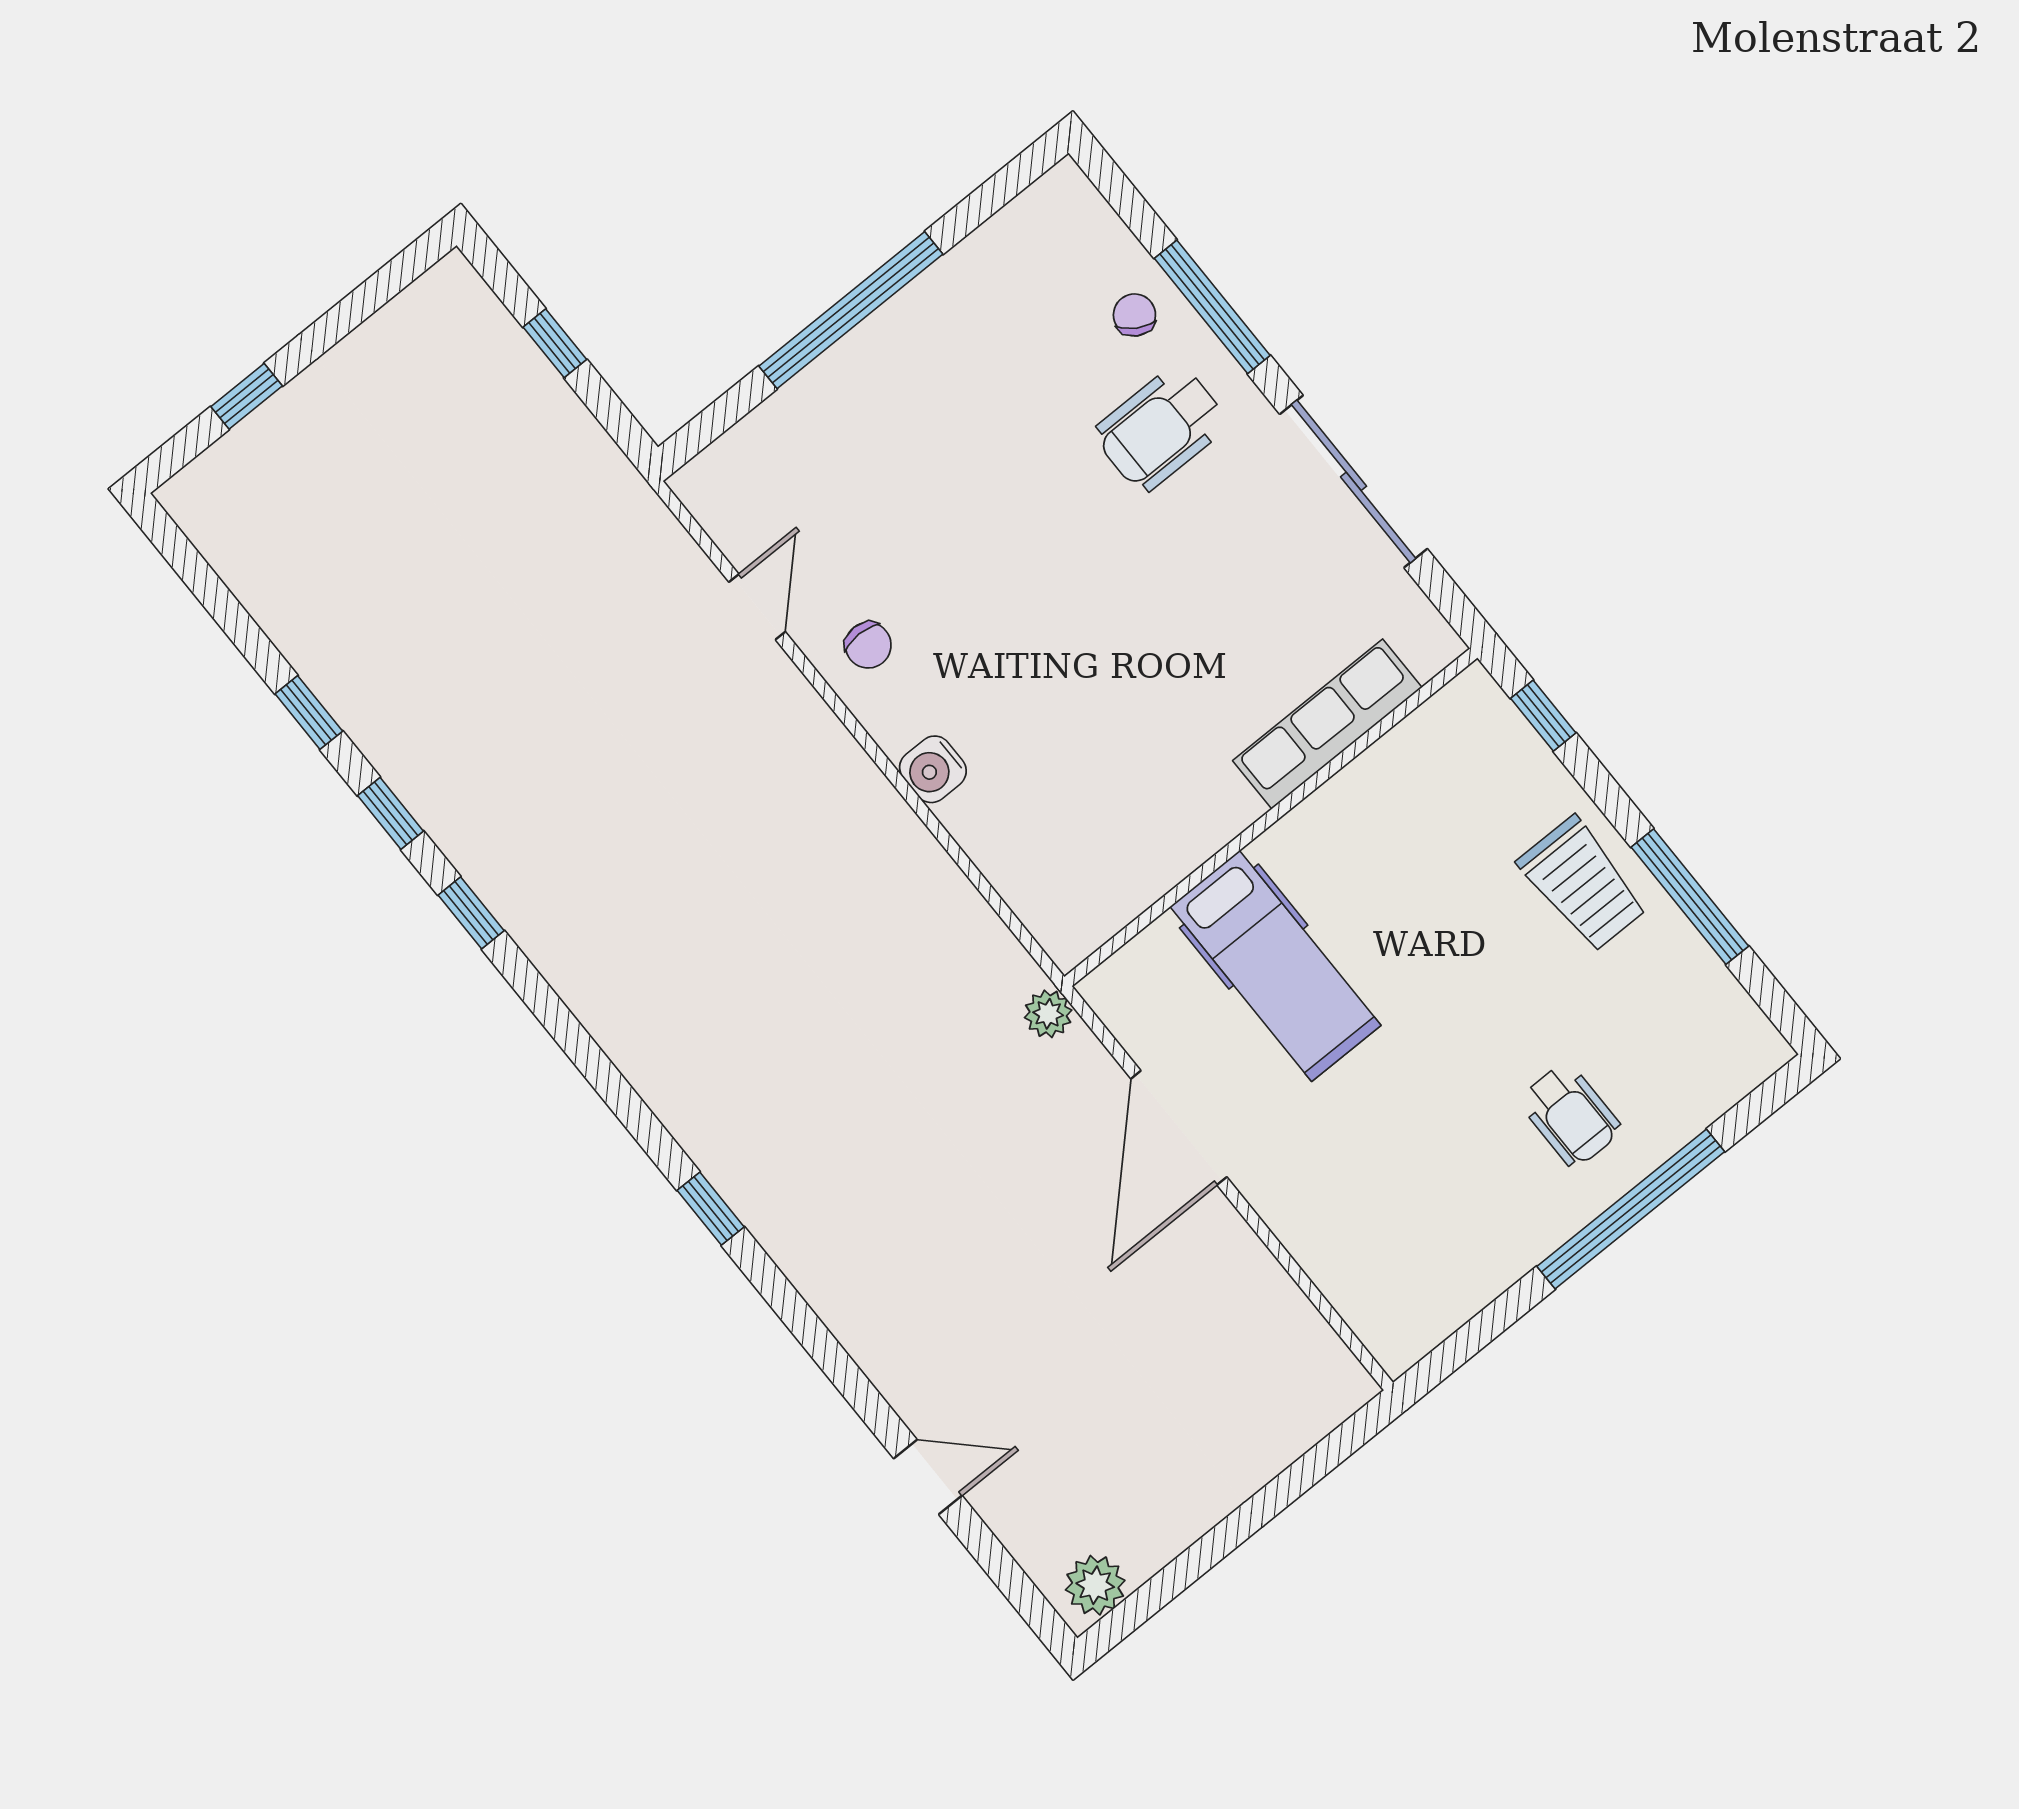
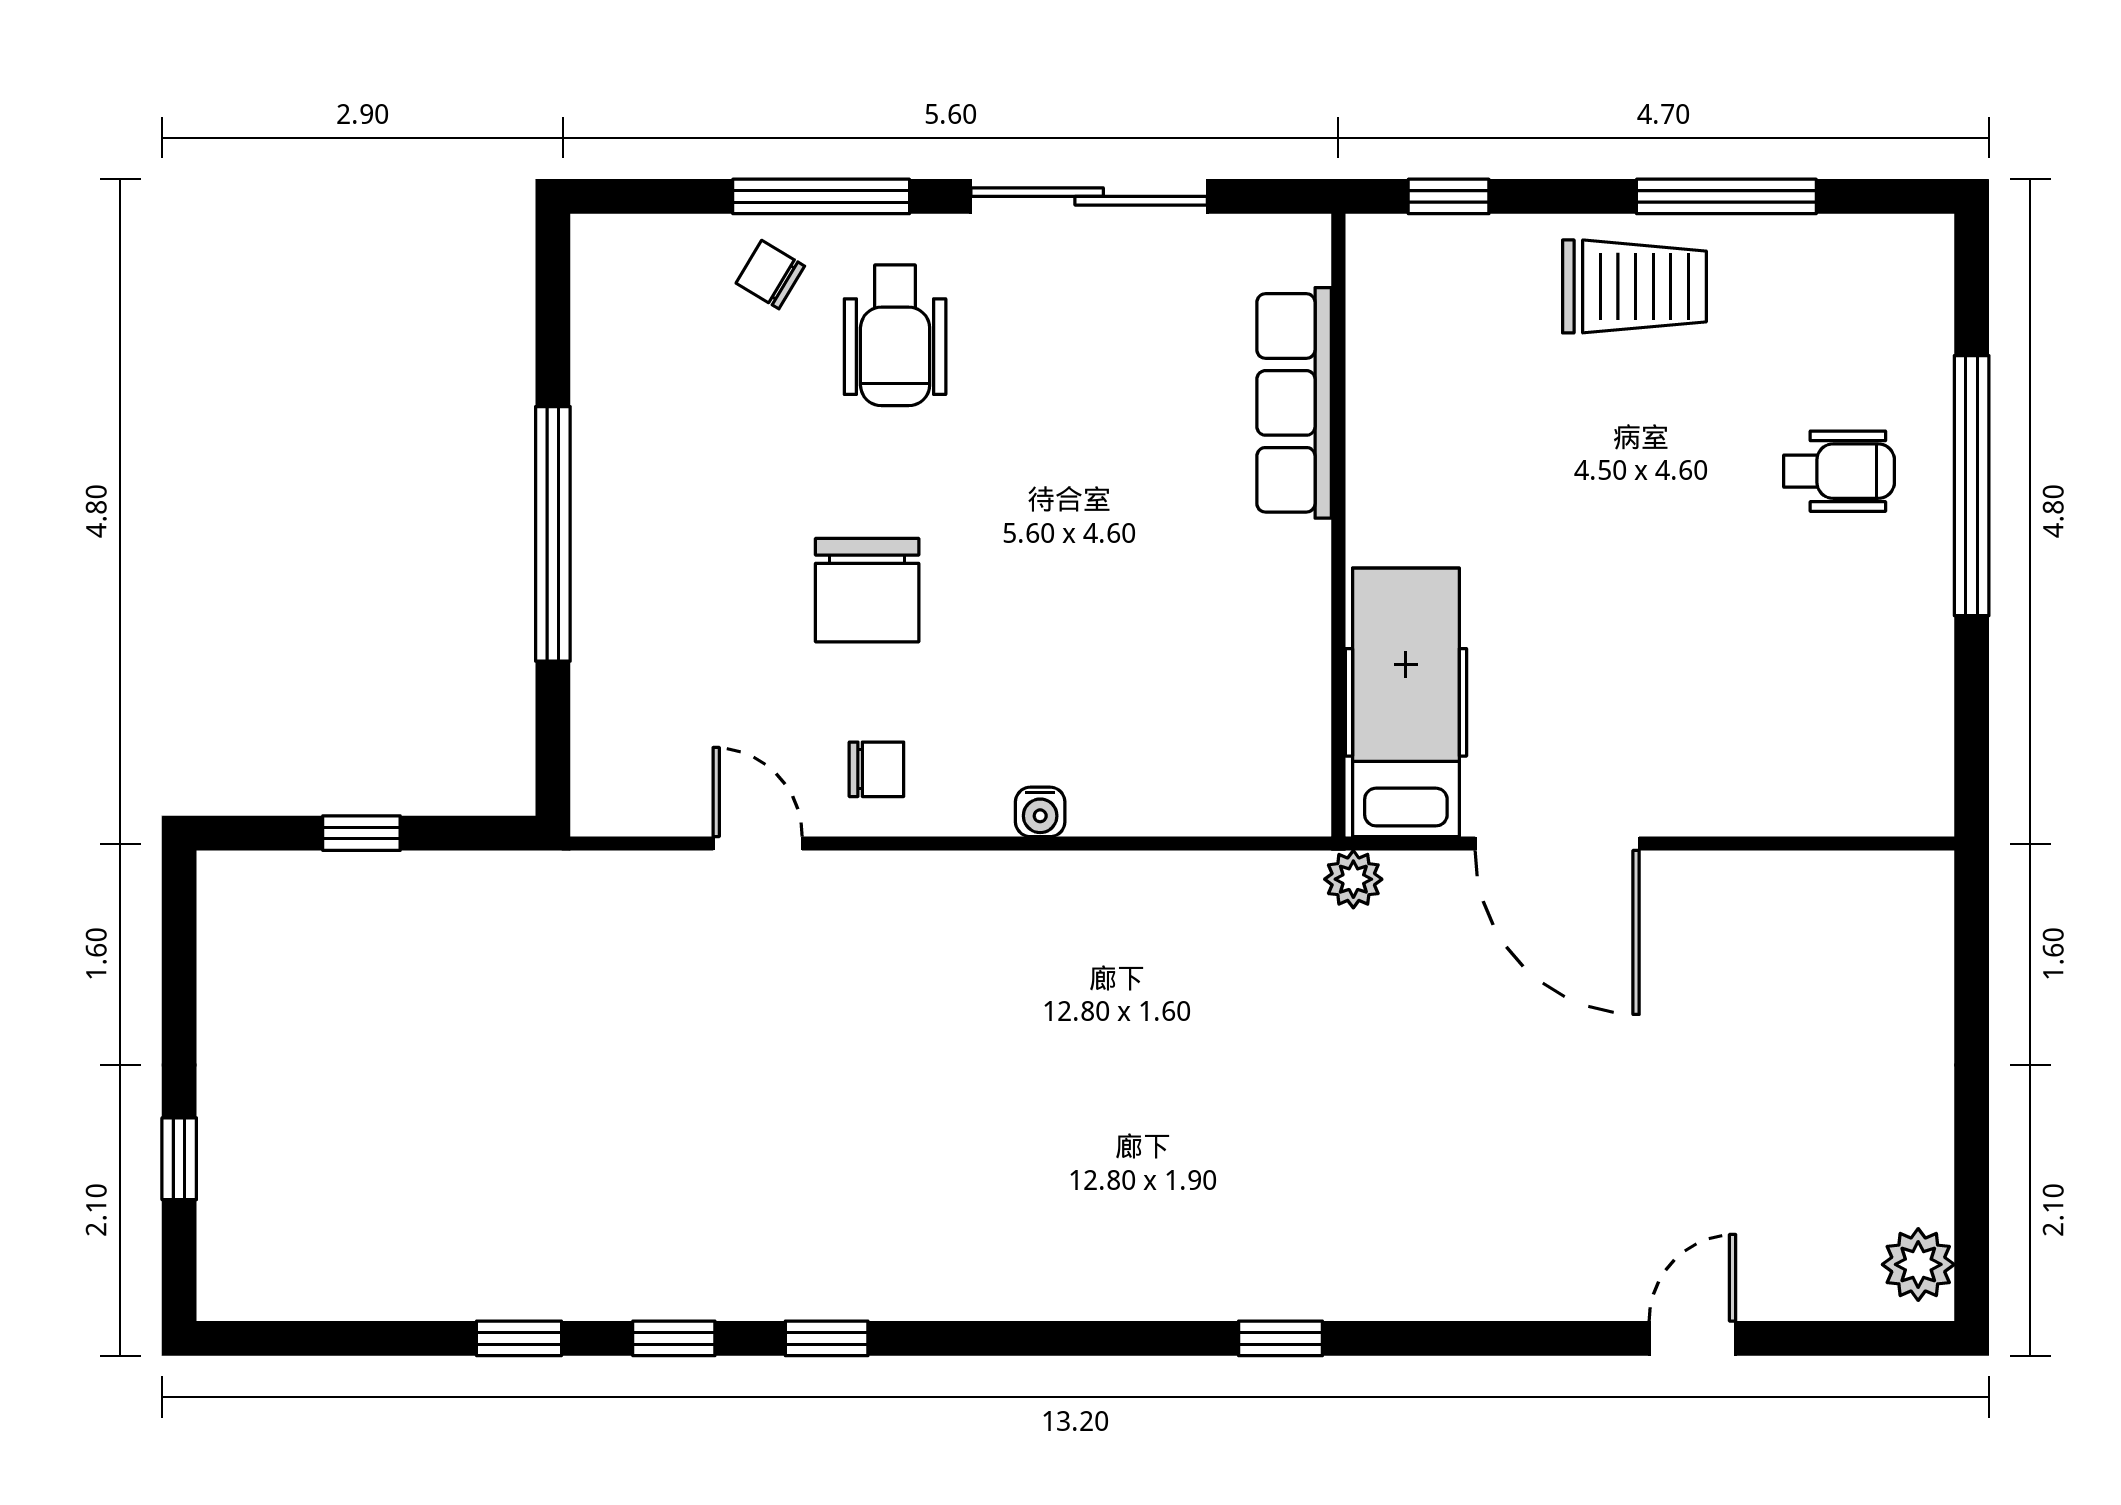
chair: (980, 545) -> (867, 590), added
water cooler: (933, 769) -> (1040, 812), width x0.72, depth x0.72
hospital bed: (1275, 966) -> (1406, 702), moved, turned -90

